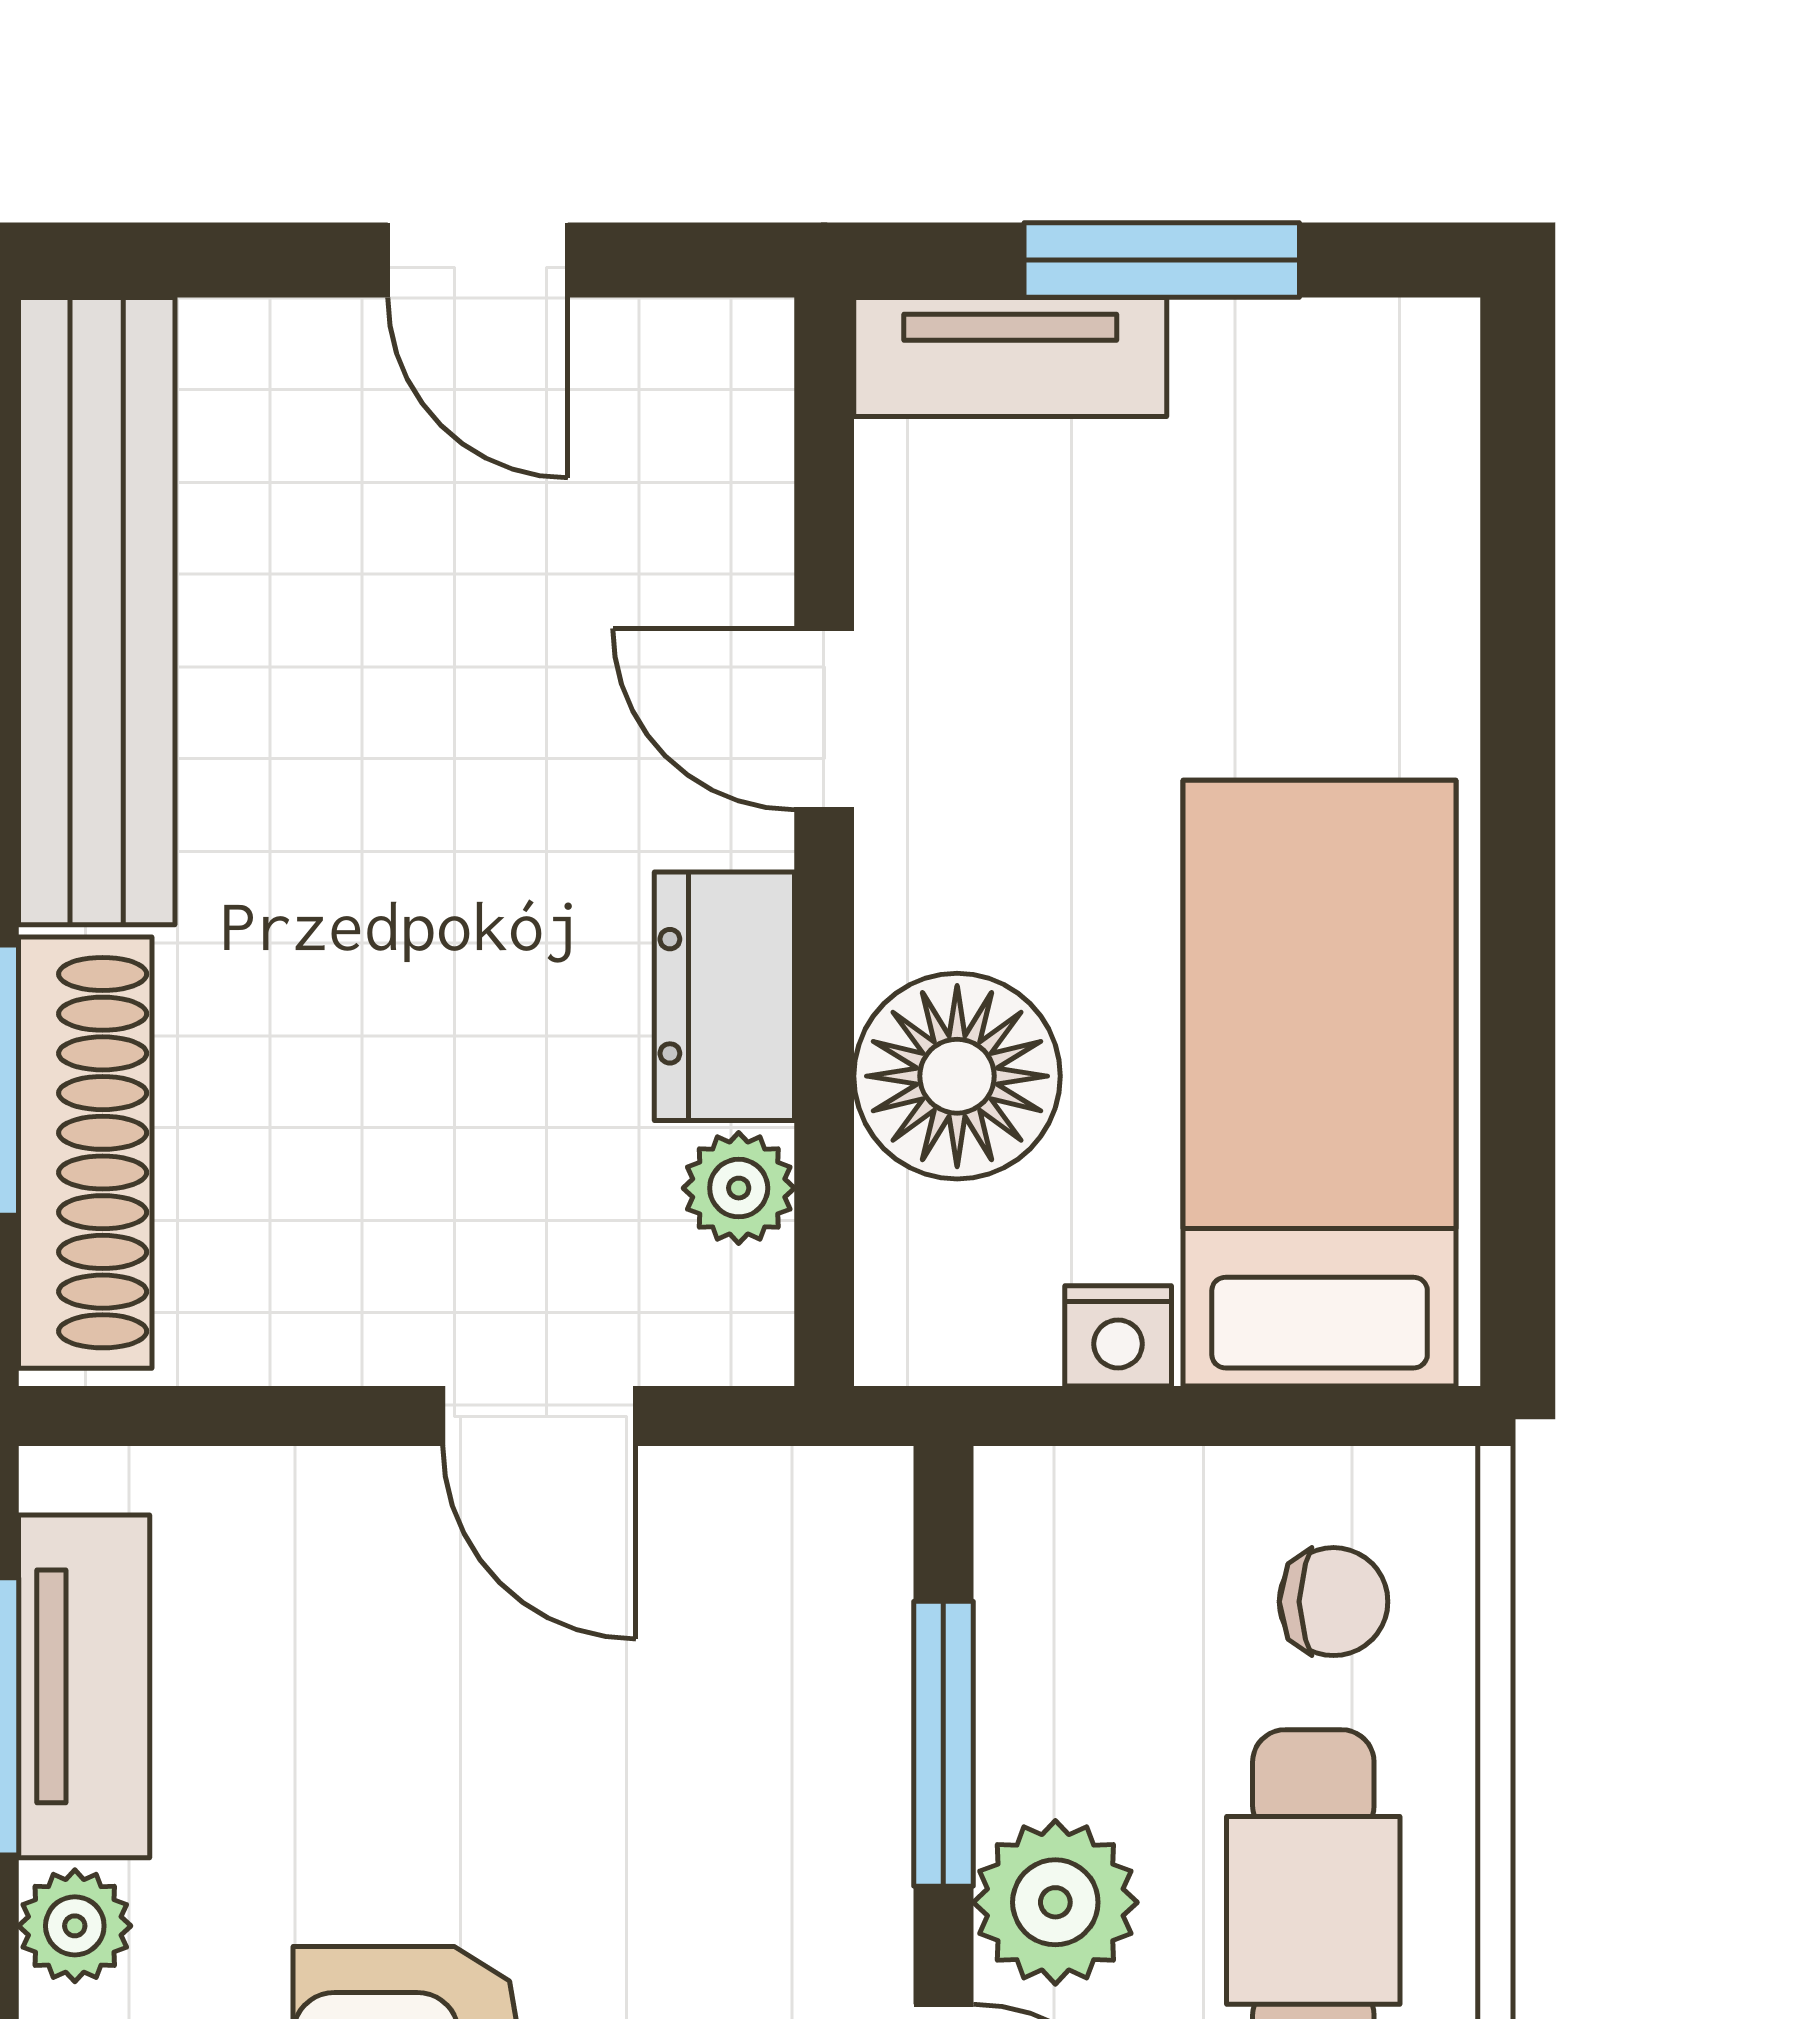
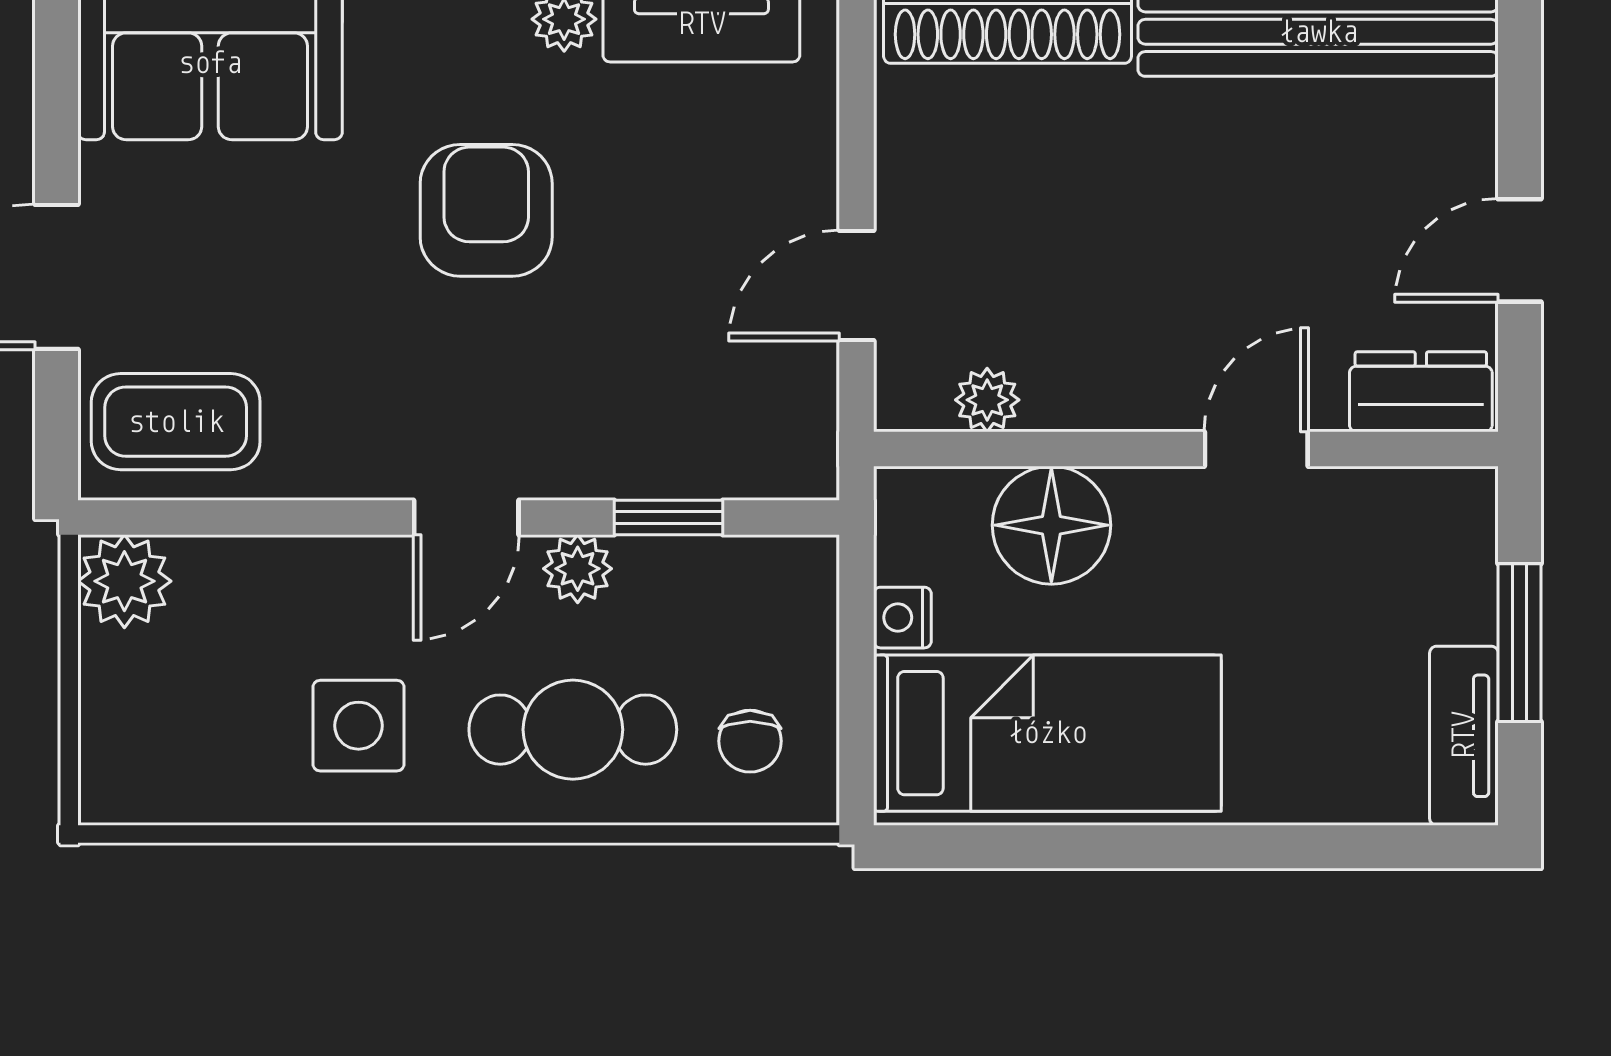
tv unit: (1010, 357) -> (1464, 736), moved
dresser: (724, 996) -> (1421, 392), moved
window: (943, 1744) -> (668, 517), width x0.67
plant: (1055, 1902) -> (578, 569), width x0.73, depth x0.73

